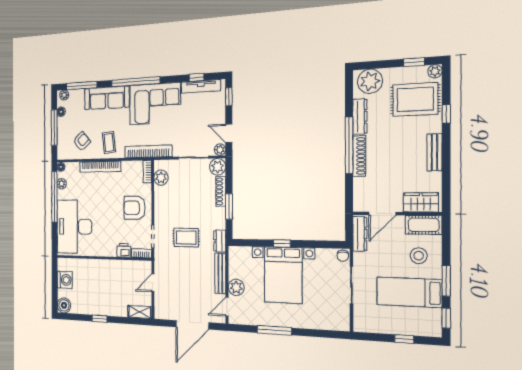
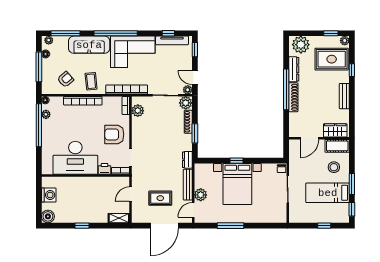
desk: (74, 227) -> (75, 158), moved, turned -90
dresser: (360, 234) -> (294, 153), removed
rug: (186, 238) -> (160, 198), moved

